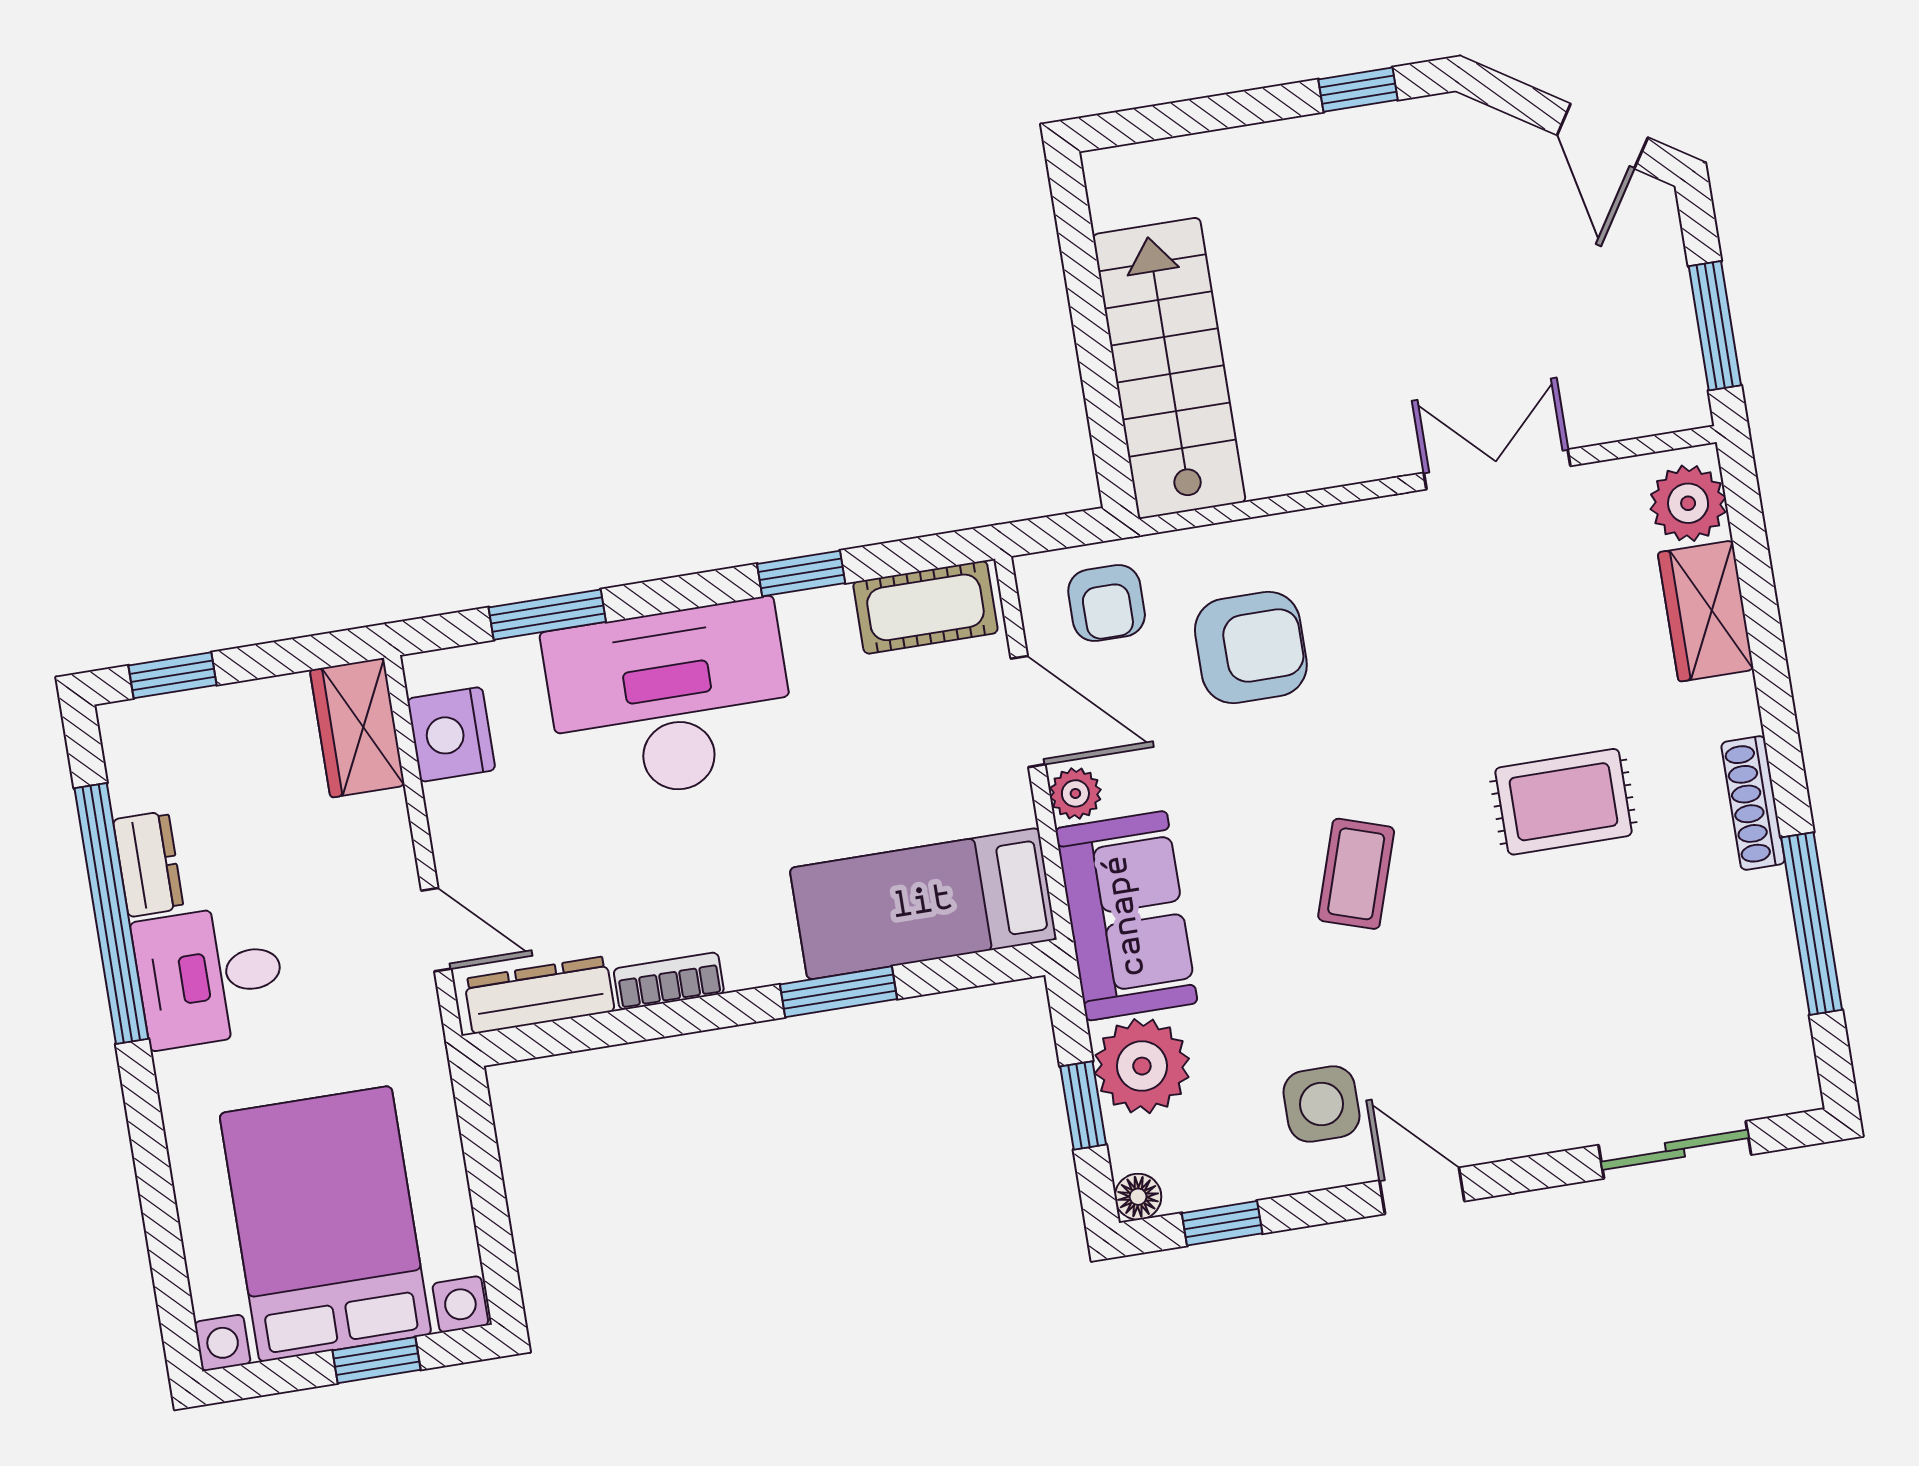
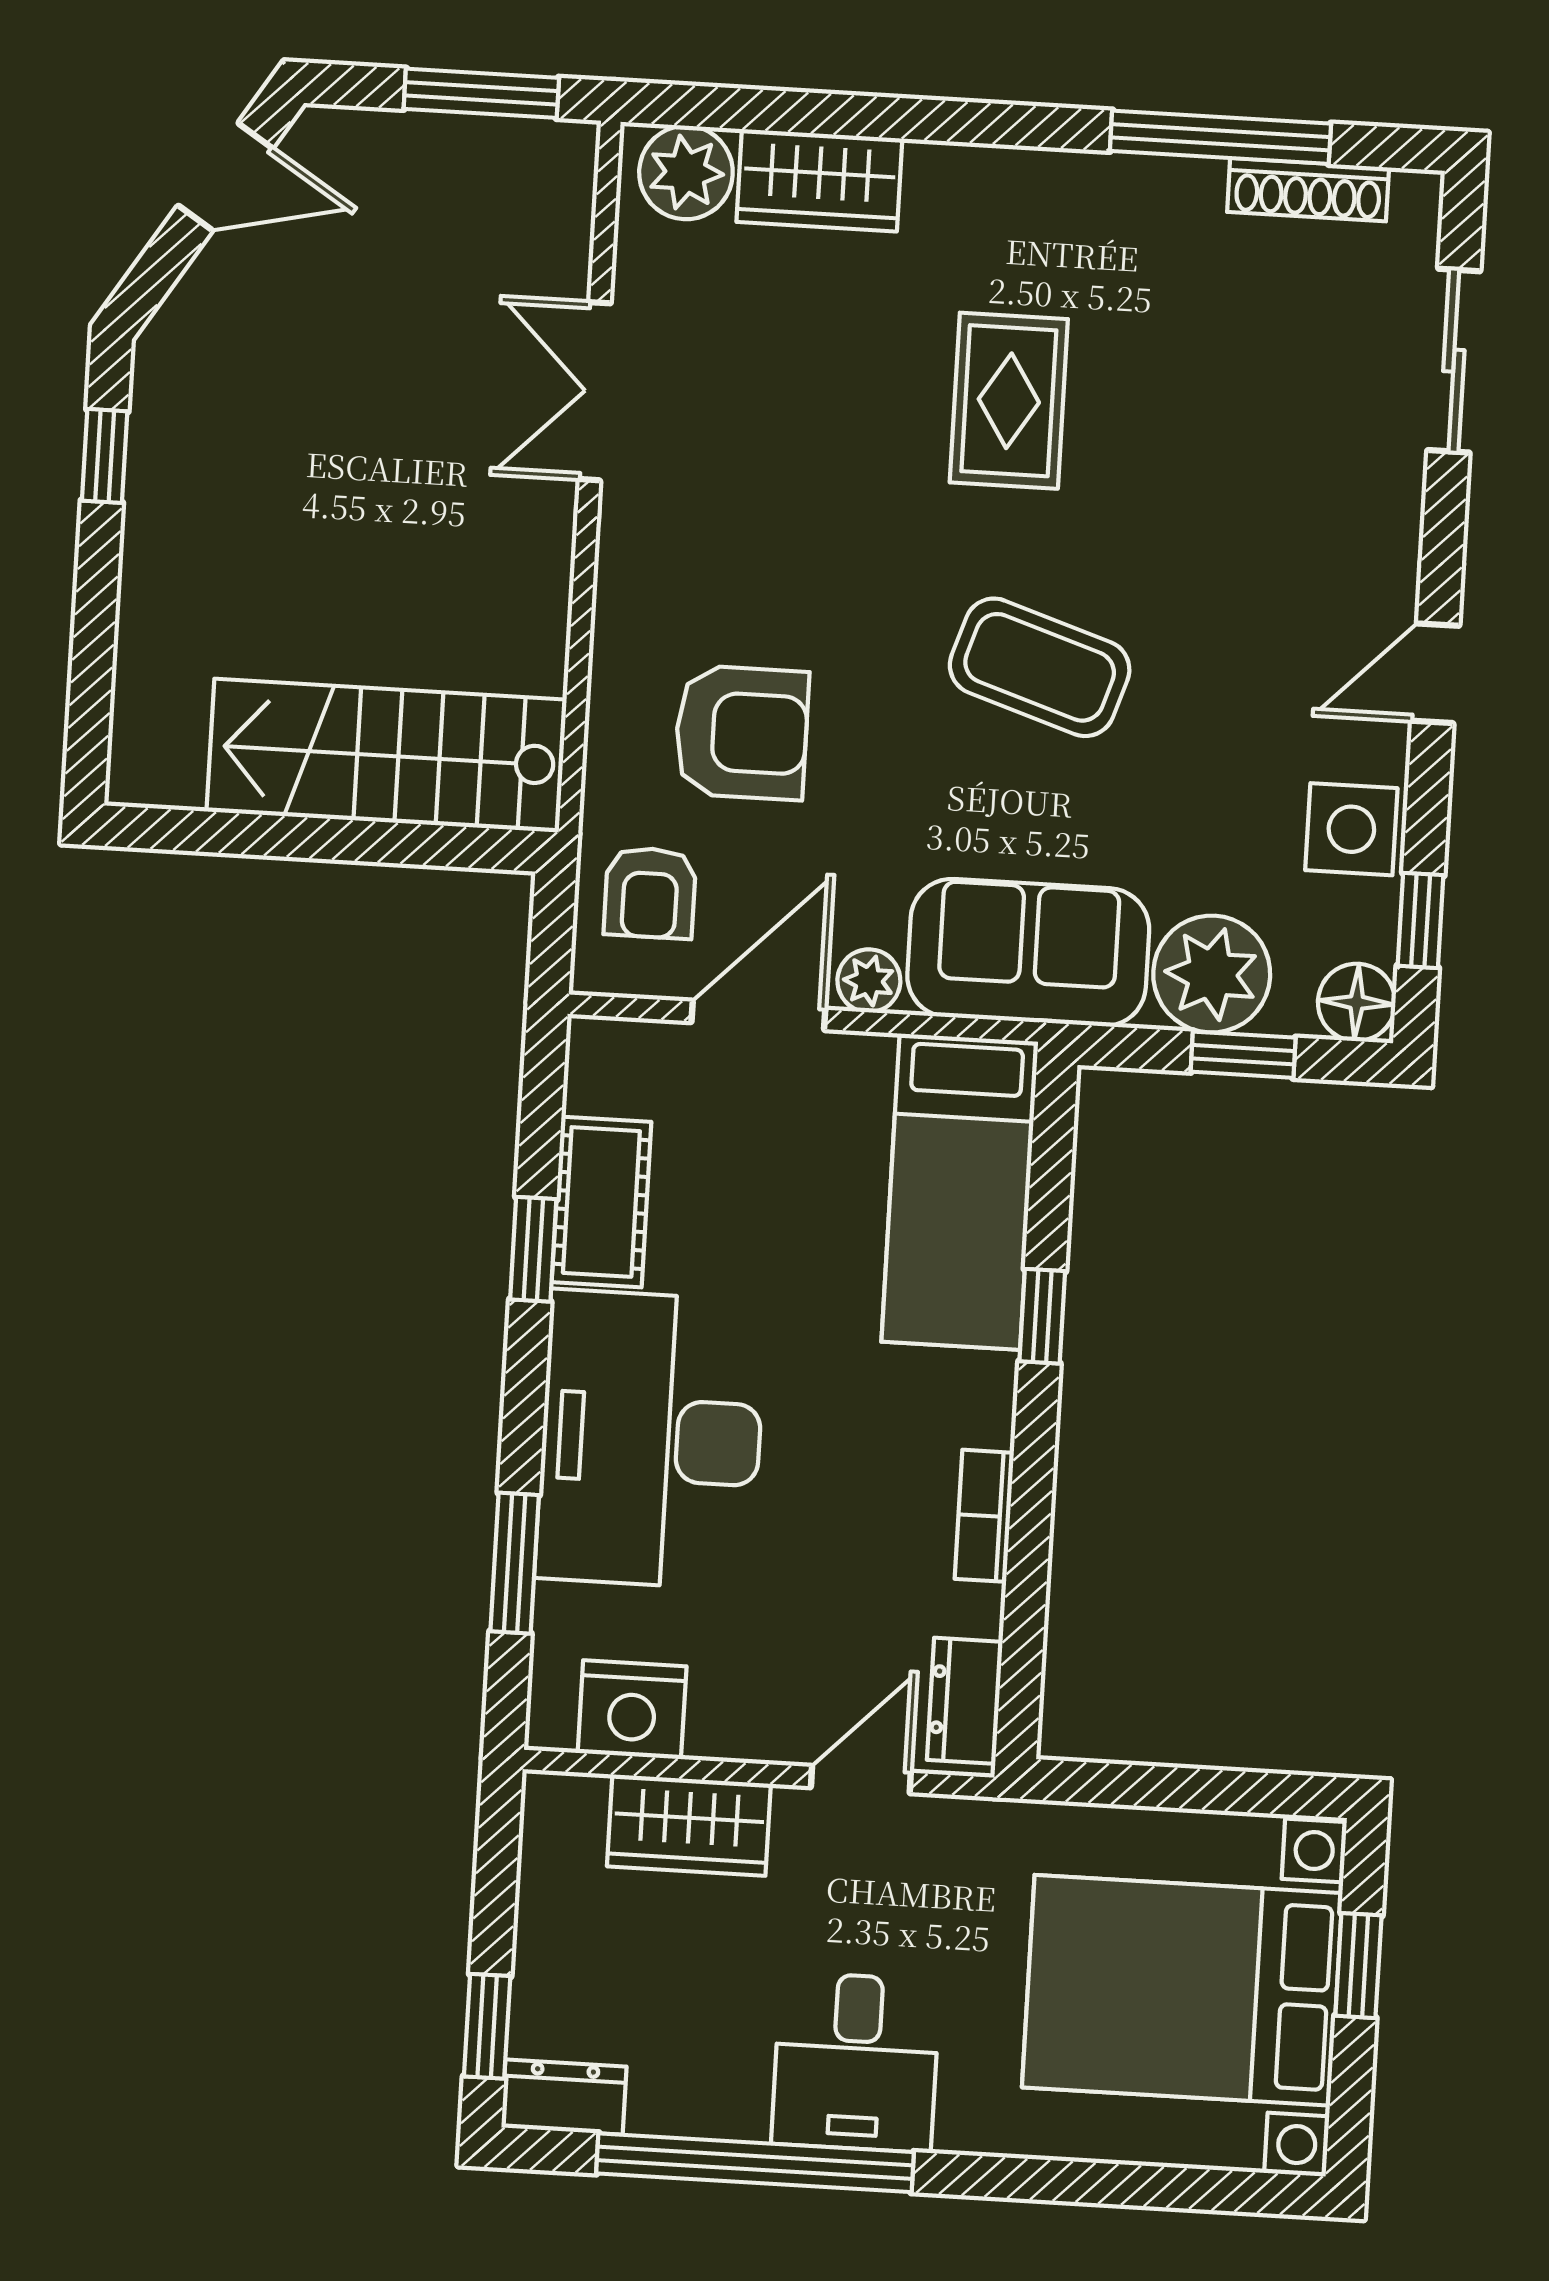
armchair: (1107, 603) -> (650, 893), turned 90
cot: (925, 607) -> (601, 1202), moved
armchair: (1251, 648) -> (742, 733), turned 90
wardrobe: (357, 728) -> (689, 1825), moved
shoe rack: (1753, 803) -> (1308, 190), moved
dresser: (148, 864) -> (564, 2097), moved
coffee table: (1356, 874) -> (1040, 667), width x1.36, depth x1.30
window: (839, 992) -> (1042, 1316), width x0.67
dresser: (539, 995) -> (965, 1701), width x0.70
side table: (1321, 1104) -> (1351, 829), moved
floor lamp: (1138, 1197) -> (1357, 1002), width x1.37, depth x1.37

